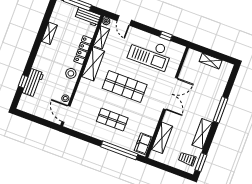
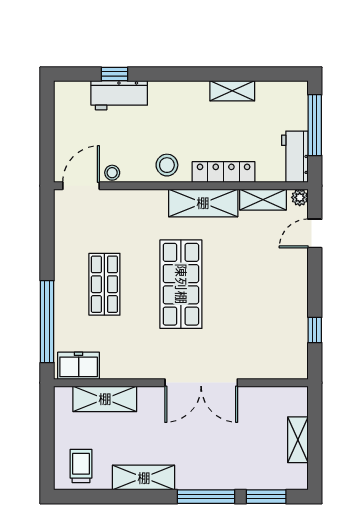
checkout: (150, 53) -> (268, 310), removed
window: (201, 162) -> (266, 497), moved

